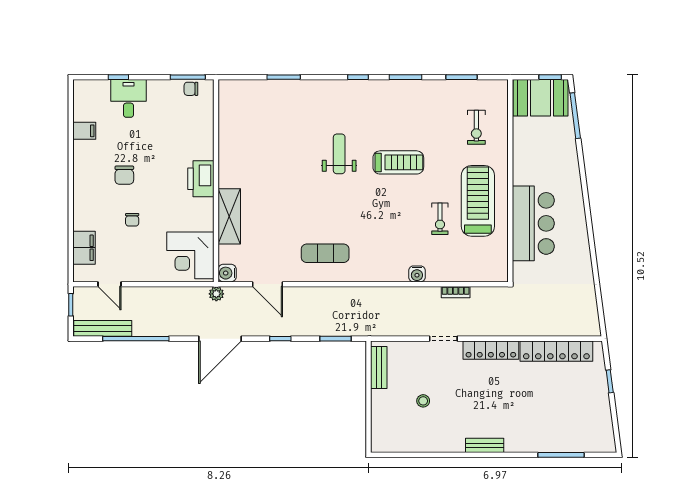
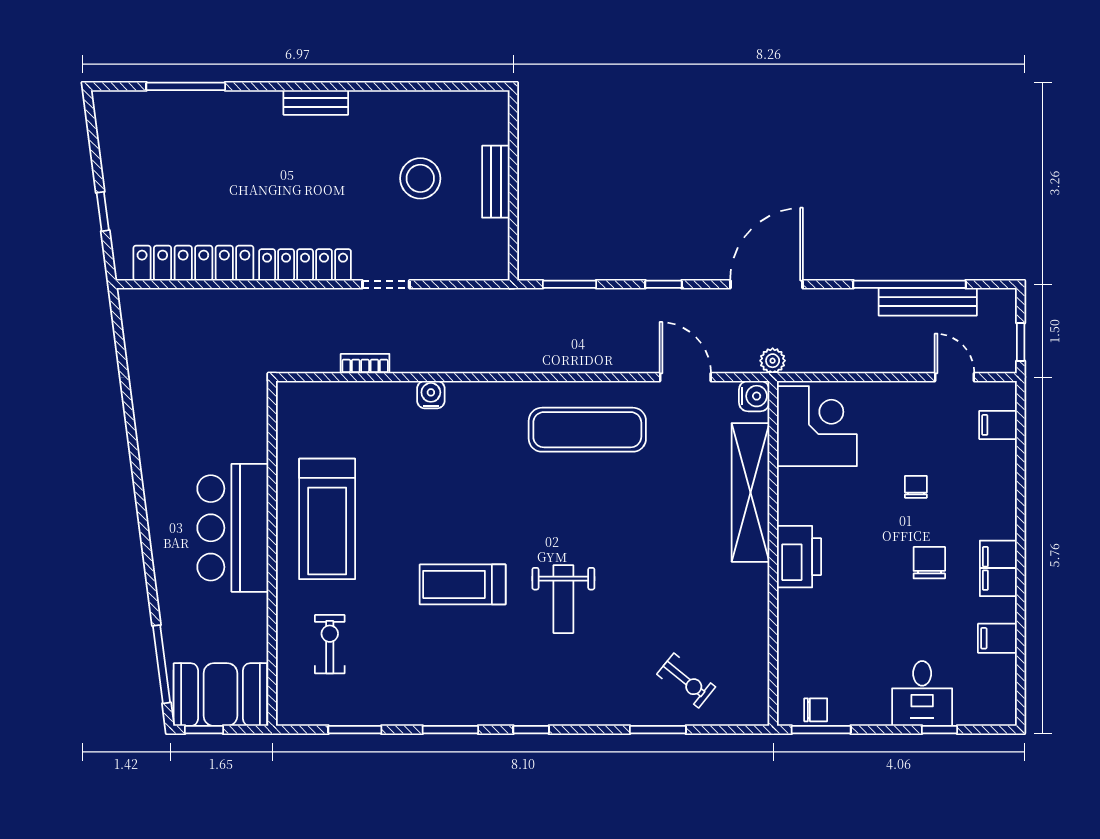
filing cabinet: (84, 172) -> (998, 568), added
shelving: (229, 216) -> (750, 492), width x1.47
exercise bike: (440, 219) -> (686, 681), moved, turned 129
bar counter: (533, 223) -> (233, 528), moved
filing cabinet: (84, 248) -> (998, 425), width x0.50
exercise mat: (325, 253) -> (587, 430), width x1.36, depth x1.45
bench: (103, 328) -> (928, 302), moved
bench: (379, 368) -> (496, 182), moved
stool: (423, 401) -> (420, 178), width x1.89, depth x1.89

